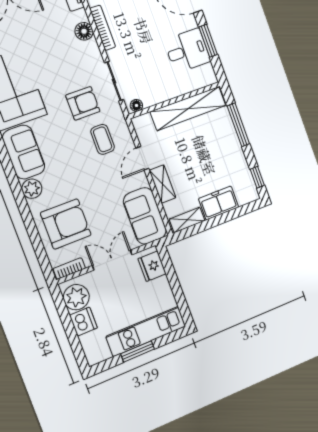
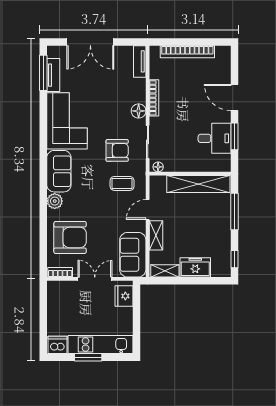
floor lamp: (84, 31) -> (139, 111), moved
coffee table: (103, 139) -> (122, 183), turned 90
plant: (76, 297) -> (57, 296), removed
dishwasher: (83, 322) -> (58, 345), moved, turned -90

